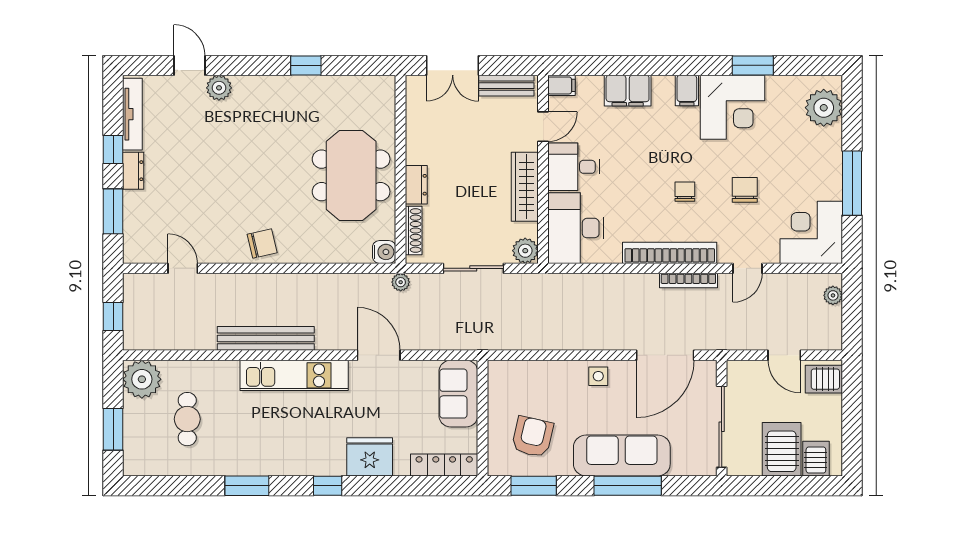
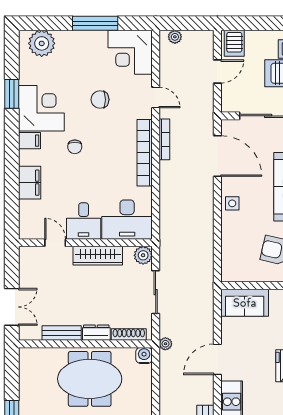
filing cabinet: (561, 85) -> (26, 230), removed
bench: (506, 86) -> (62, 333), moved, turned 90
chair: (685, 192) -> (75, 147), moved, turned -90

